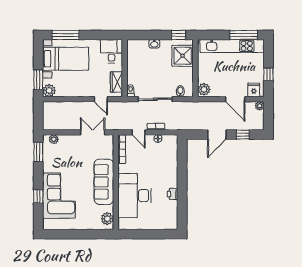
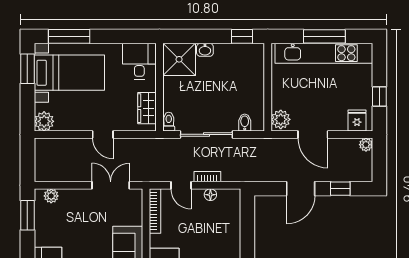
window: (244, 35) -> (324, 36), moved
shower: (183, 56) -> (179, 59), moved
window: (38, 80) -> (27, 69), moved
door: (101, 99) -> (103, 134), moved
door: (235, 99) -> (313, 134), moved

